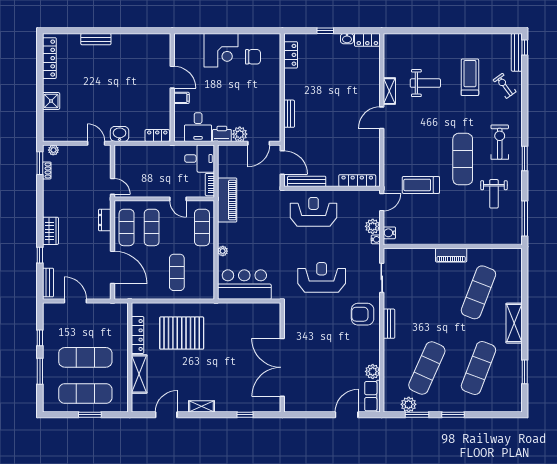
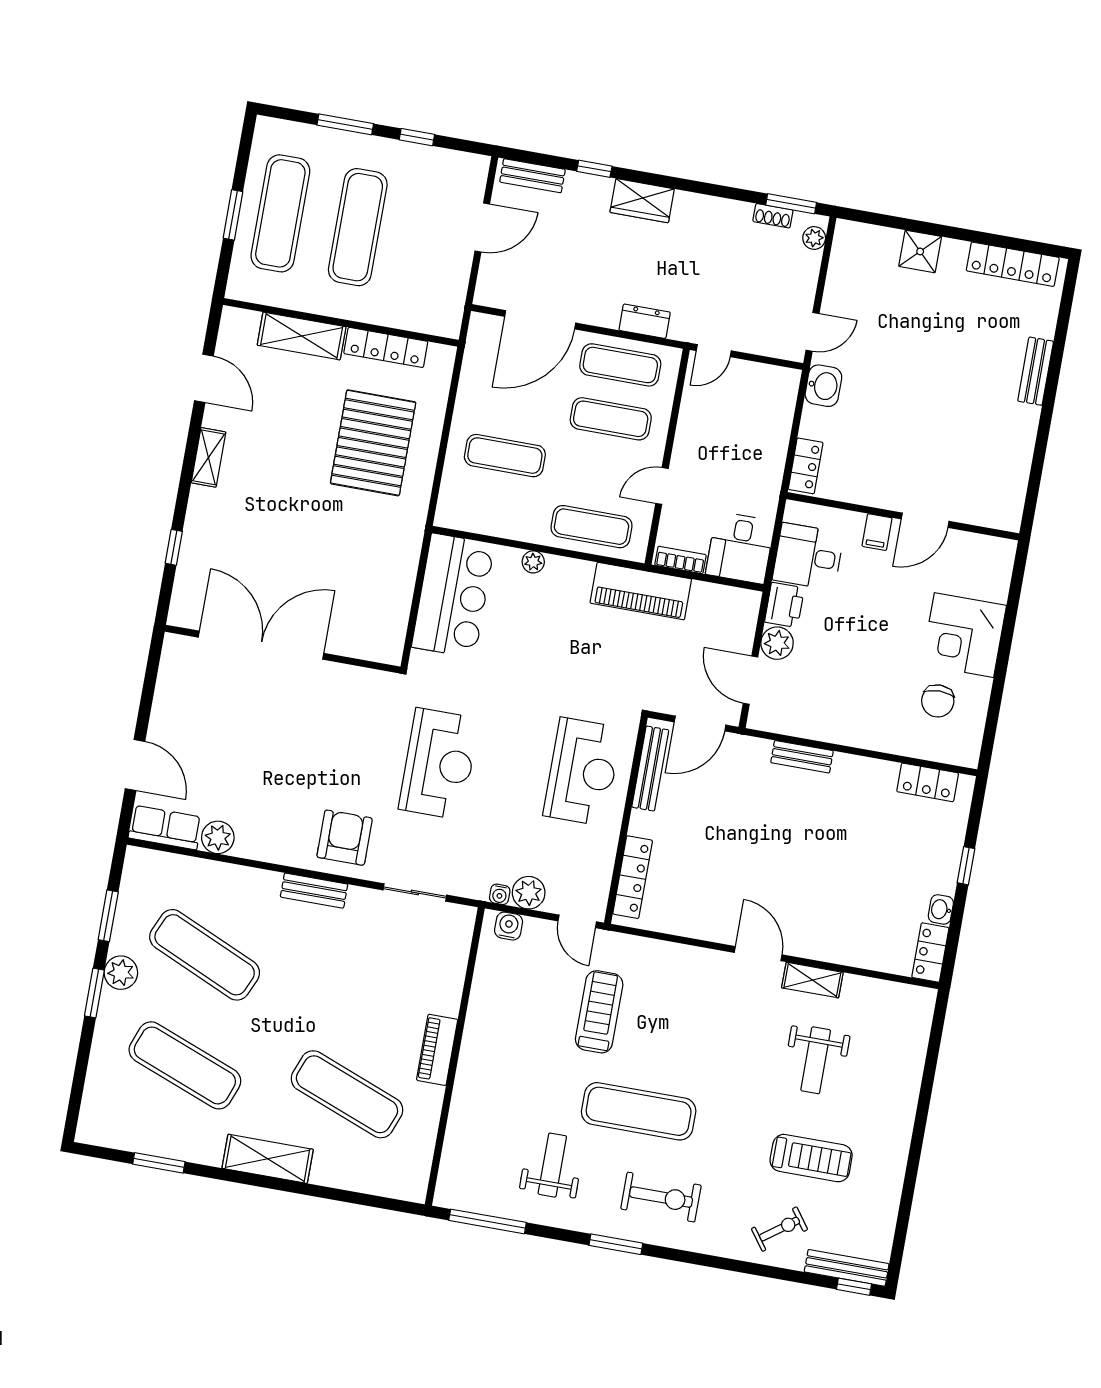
weight bench: (494, 194) -> (552, 1165), turned 90
plant: (409, 404) -> (121, 973), moved

